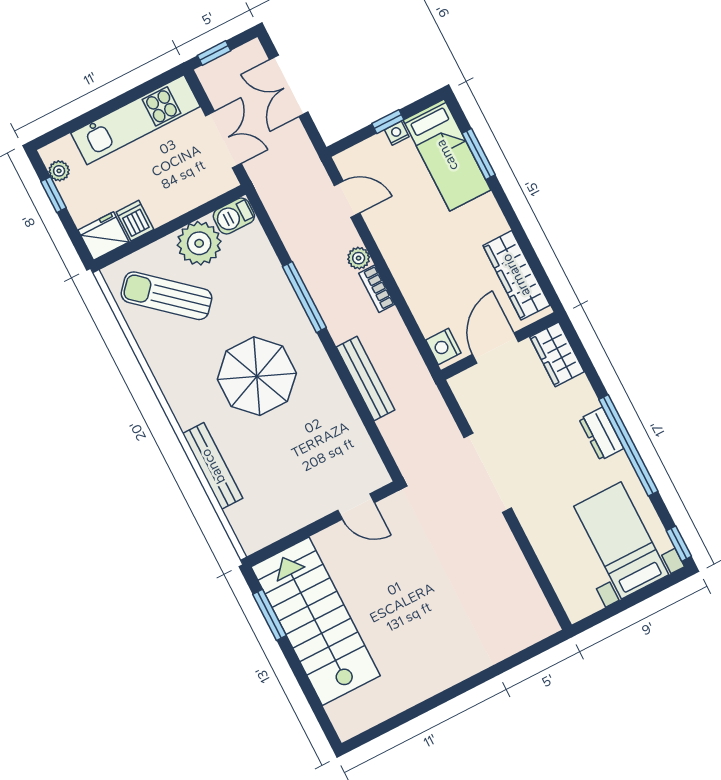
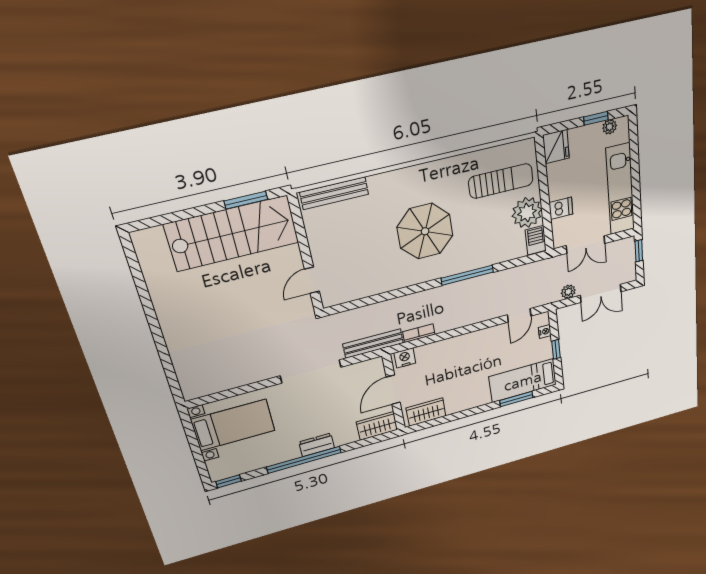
double door: (289, 86) -> (601, 293), swing flipped
nightstand: (397, 133) -> (545, 332), moved
dishwasher: (135, 221) -> (561, 208), moved
plant: (359, 258) -> (568, 292), moved
wardrobe: (516, 275) -> (426, 412), width x0.67
bookcase: (377, 289) -> (419, 333), moved
sun lounger: (166, 296) -> (501, 181), turned 49
door: (496, 348) -> (393, 390), swing flipped
bench: (365, 378) -> (373, 343), moved
bench: (213, 466) -> (334, 193), moved
bed with nightstands: (621, 540) -> (233, 425), moved

